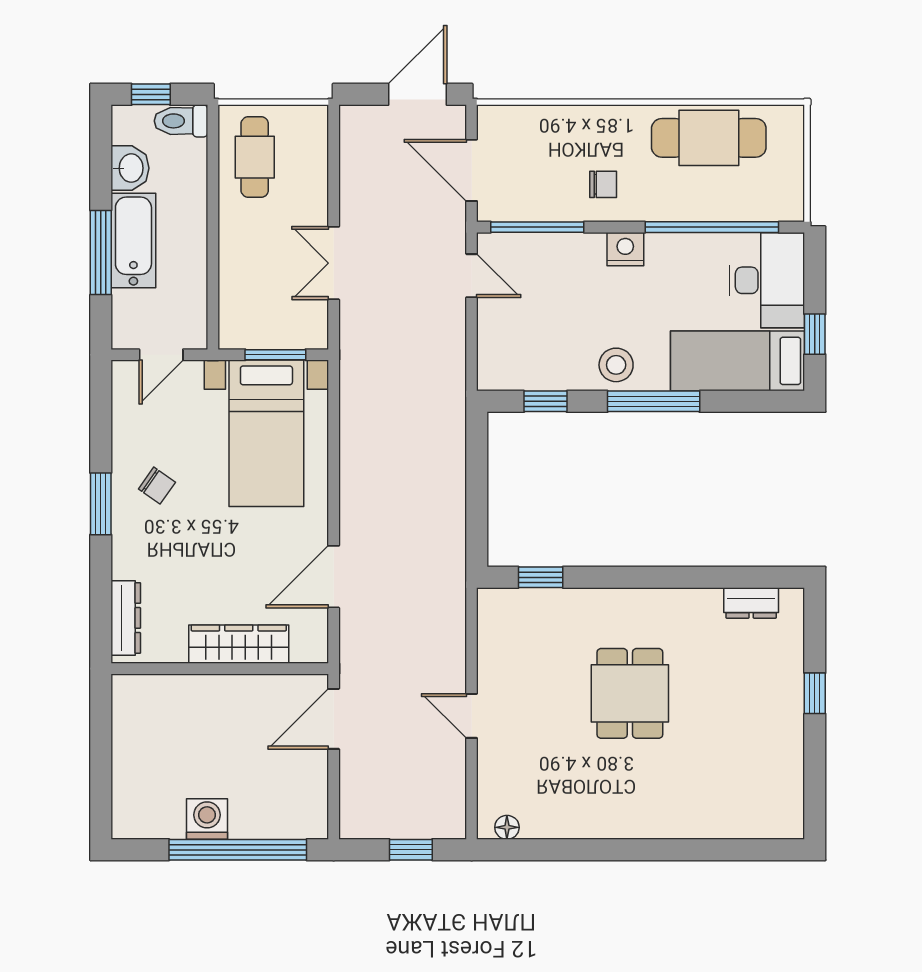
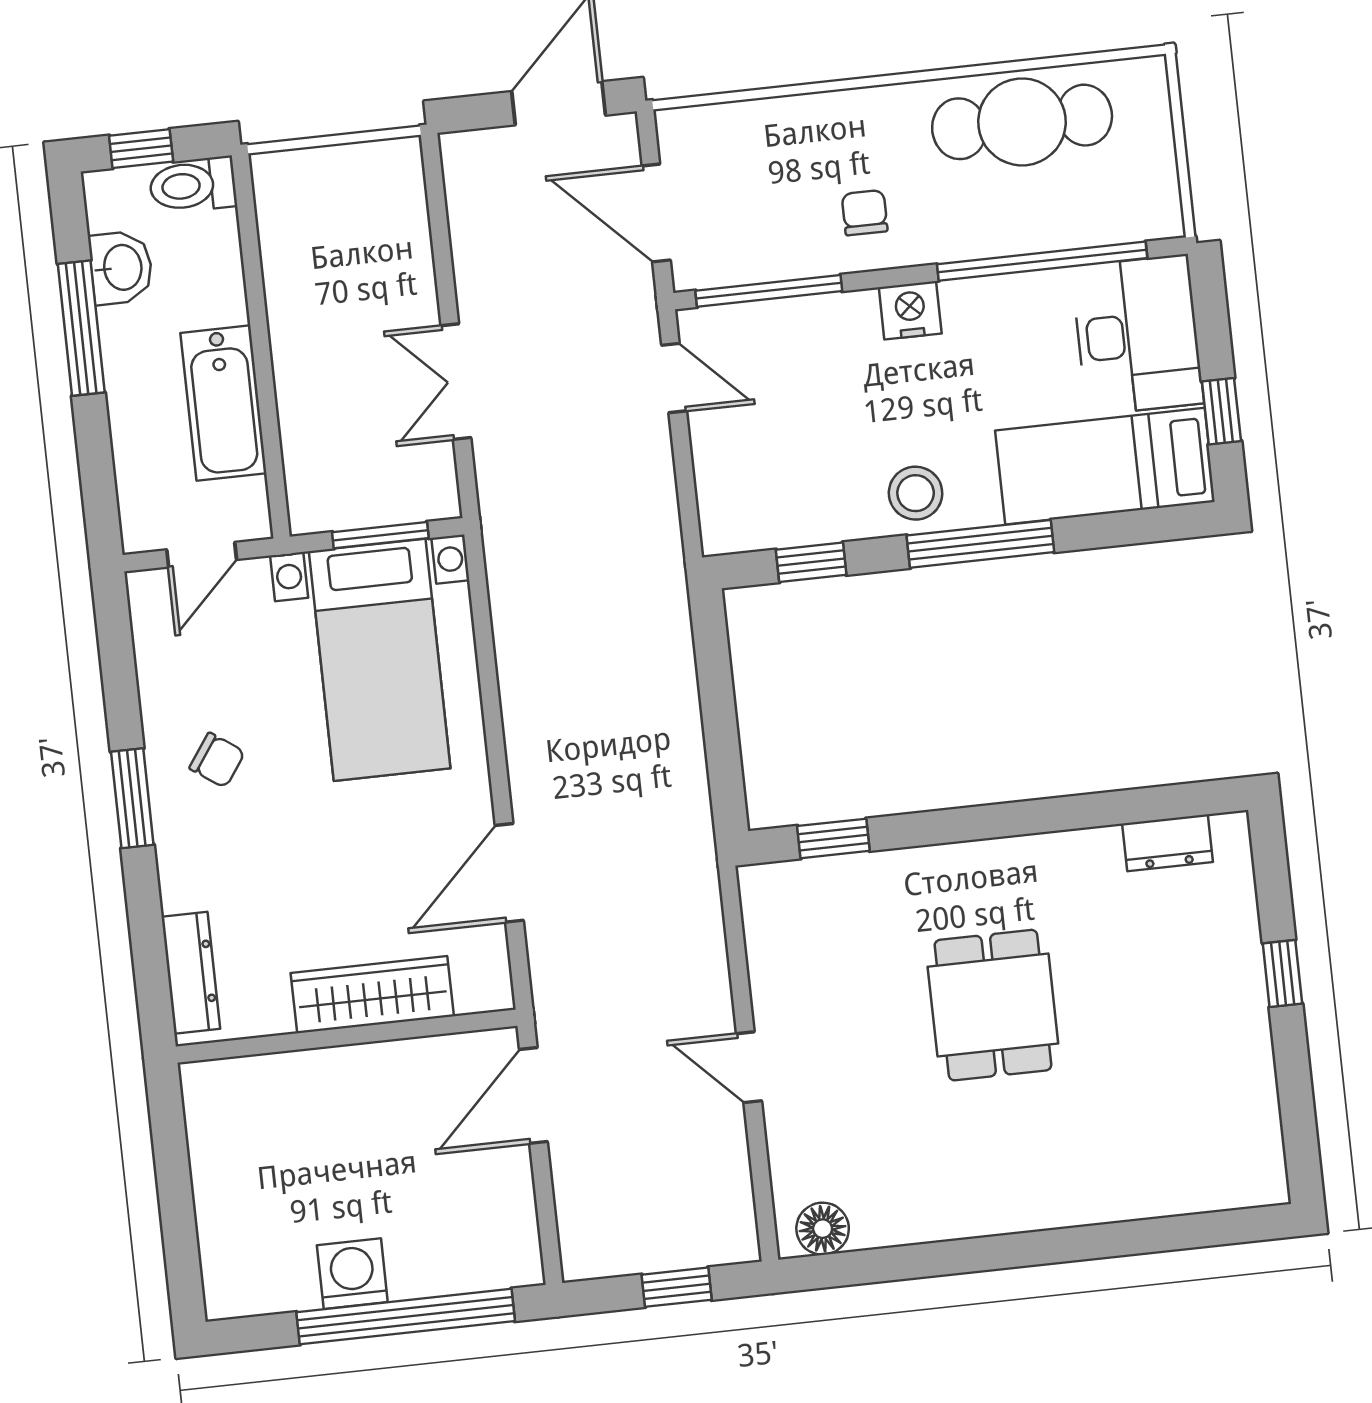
cafe table: (255, 157) -> (314, 229), removed
chair: (603, 184) -> (865, 213), turned -90
bathtub: (133, 240) -> (223, 403), moved, turned 180
window: (101, 253) -> (81, 328), moved
floor lamp: (507, 827) -> (823, 1229), width x1.37, depth x1.37

